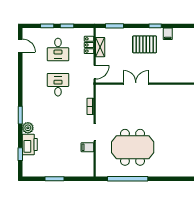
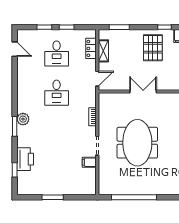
pallet: (145, 44) -> (153, 48), turned 90
desk: (58, 85) -> (57, 93), turned 180
plant: (28, 128) -> (23, 119), moved
meeting table: (133, 147) -> (137, 143), moved, turned 90

